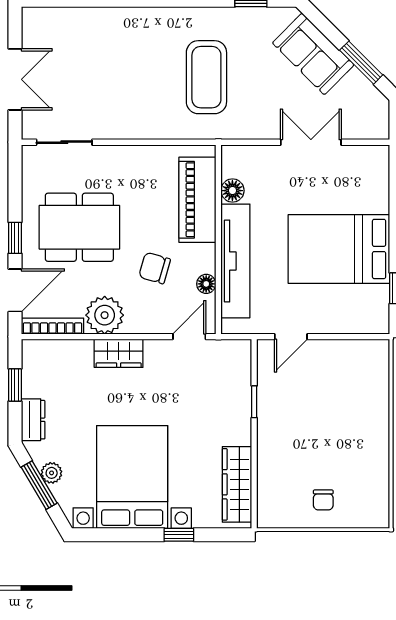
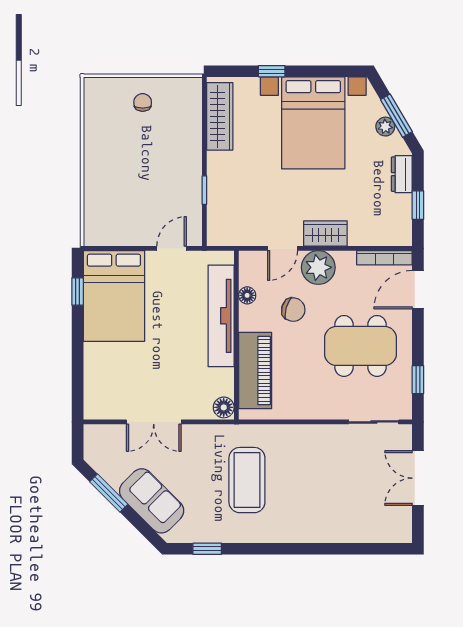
floor lamp: (232, 191) -> (224, 407), moved
window: (15, 238) -> (418, 380), moved
bed: (339, 249) -> (114, 296), moved, turned 90
plant: (105, 315) -> (318, 267), moved
door: (189, 337) -> (283, 248), moved

